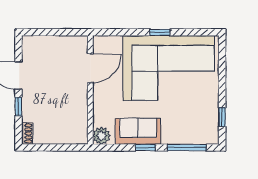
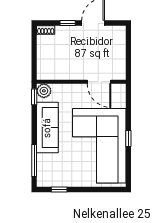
sofa: (138, 131) -> (47, 128), width x1.36
window: (145, 148) -> (34, 97), moved

